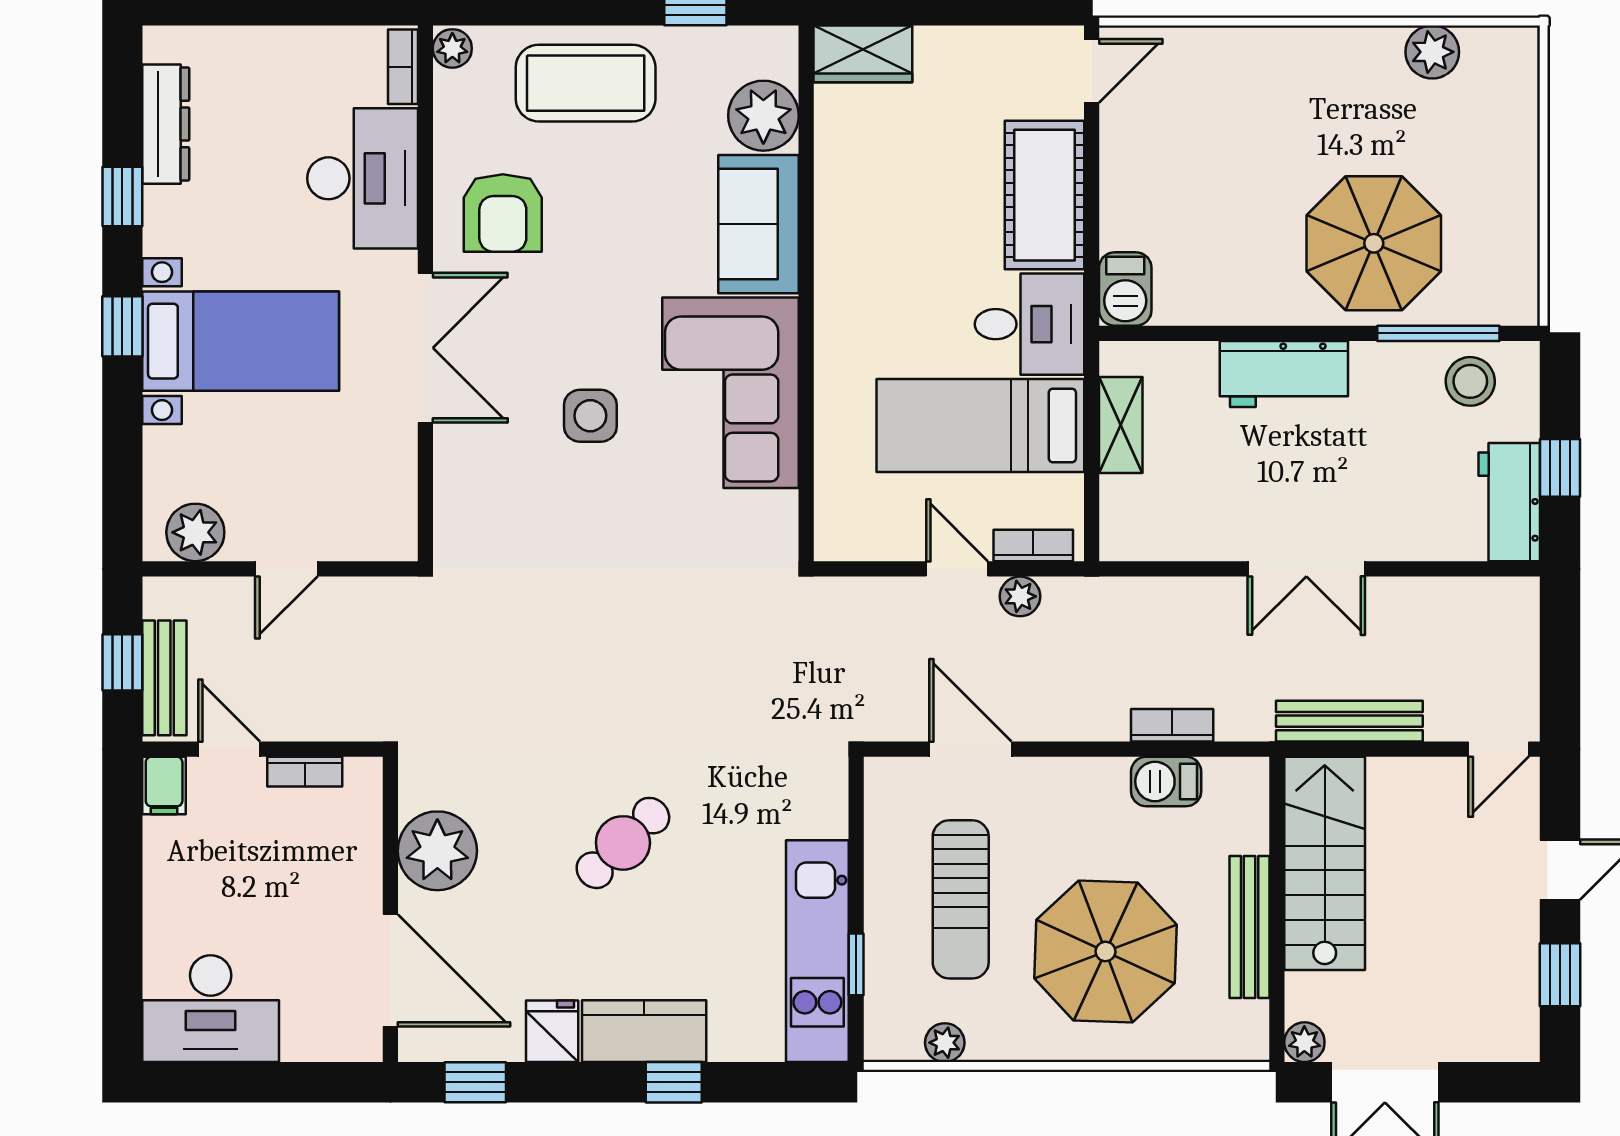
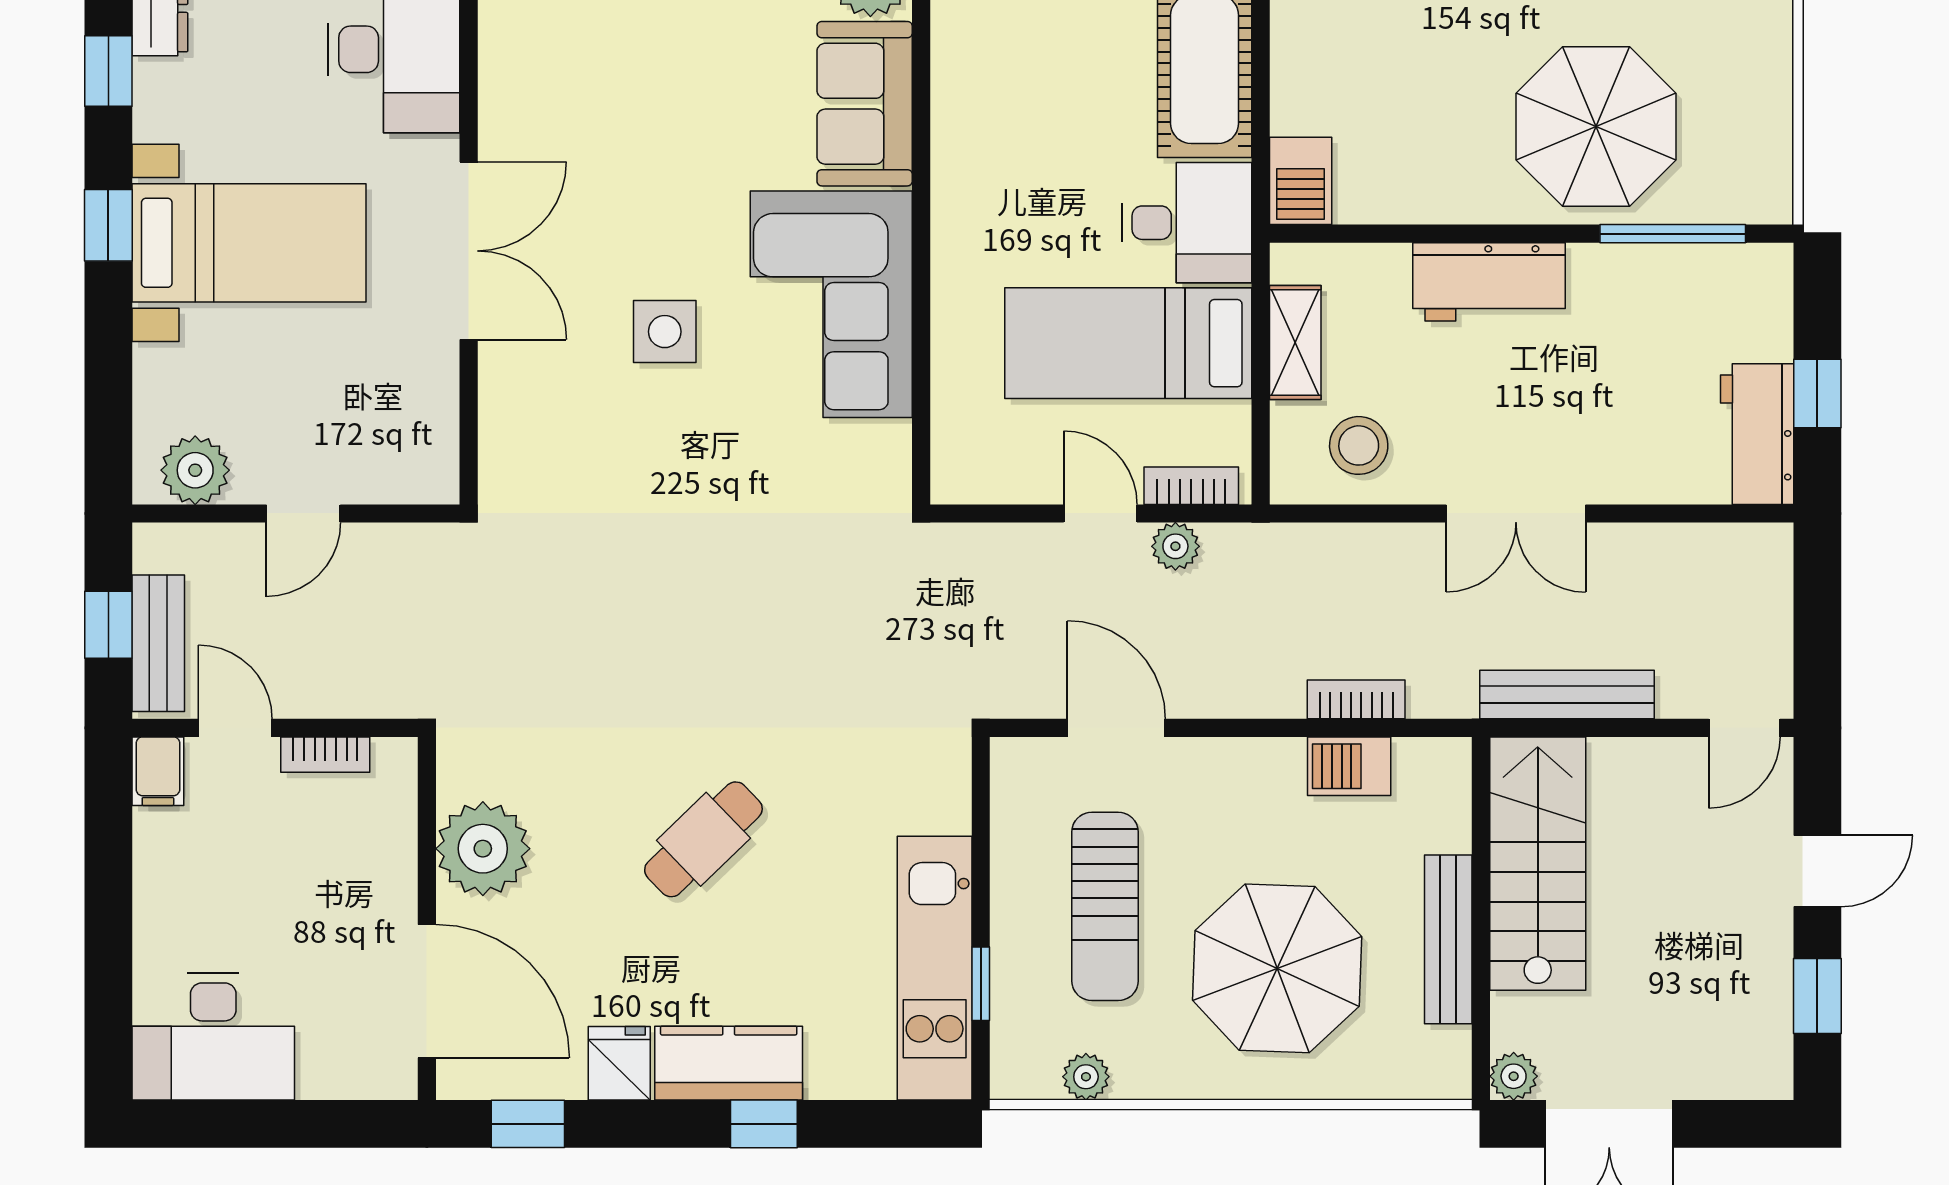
armchair: (503, 213) -> (561, 90), removed
stool: (1470, 381) -> (1359, 445), moved

